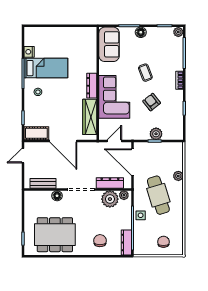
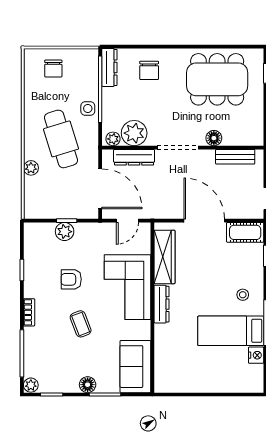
armchair: (152, 102) -> (71, 279), turned 128

